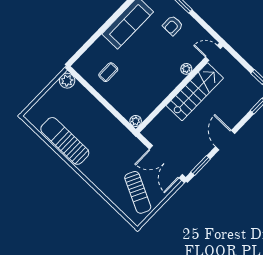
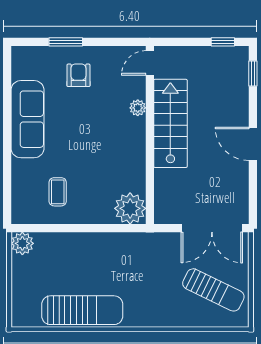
armchair: (173, 26) -> (78, 75), turned 180
plant: (136, 121) -> (130, 208), width x1.87, depth x1.87
sun lounger: (65, 141) -> (82, 310), turned 180
window: (201, 166) -> (253, 196), removed

